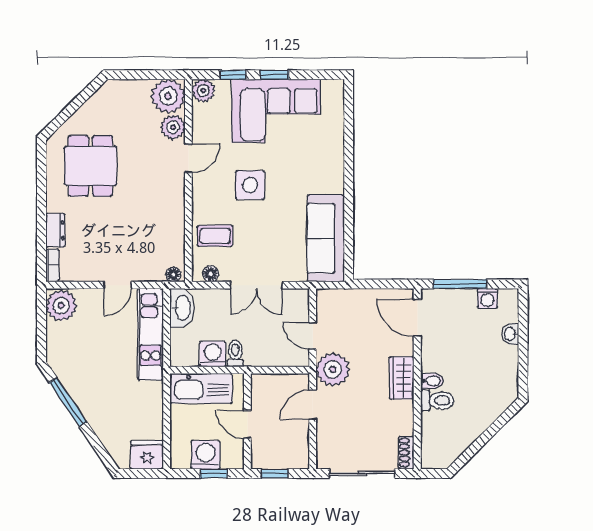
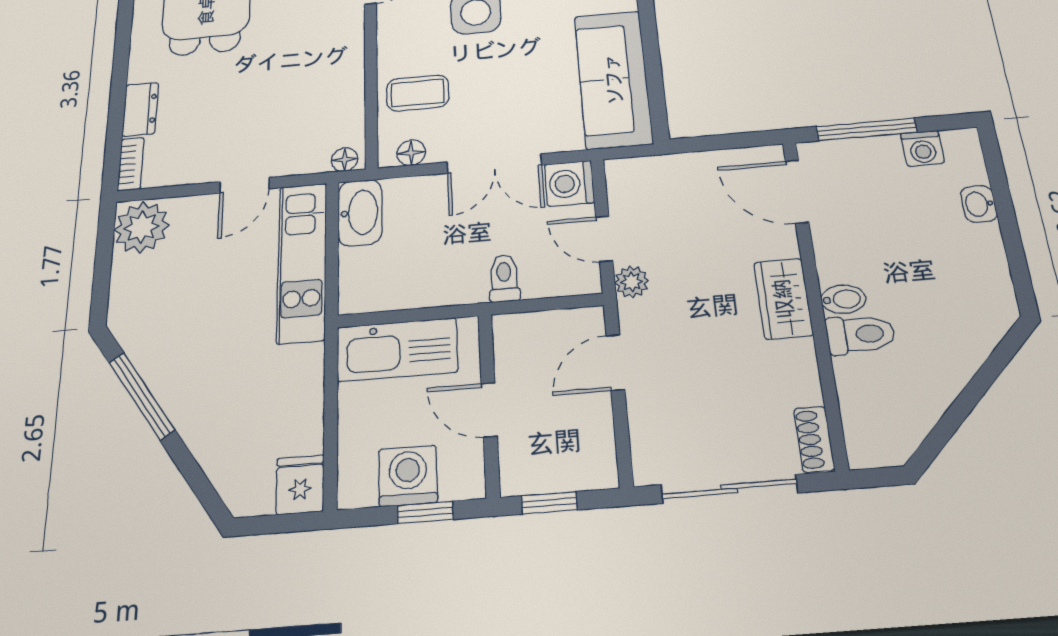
washing machine: (213, 354) -> (569, 183), moved, turned -90
toilet: (235, 354) -> (504, 278), moved
plant: (333, 369) -> (632, 282), width x0.53, depth x0.53
fridge: (147, 455) -> (300, 485), width x0.72

